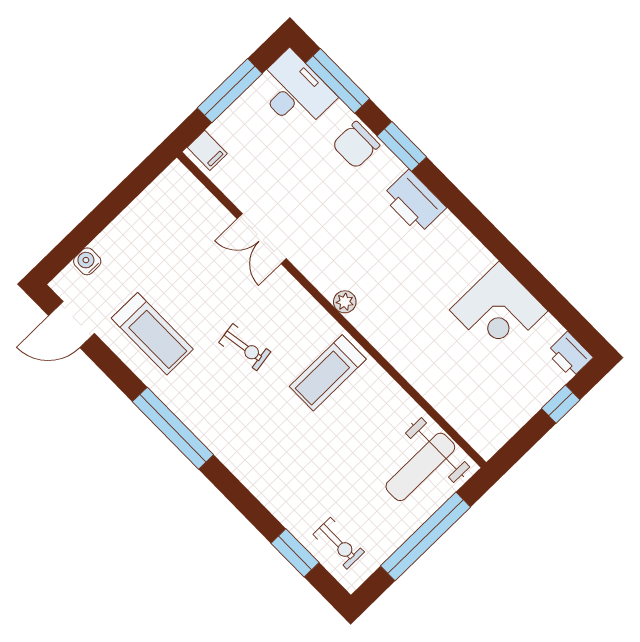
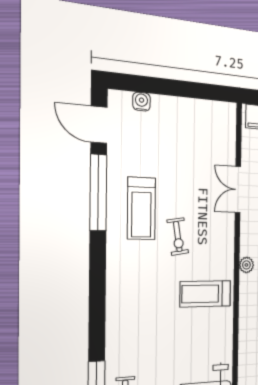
treadmill: (152, 334) -> (141, 208), moved
window: (173, 428) -> (98, 193), moved

